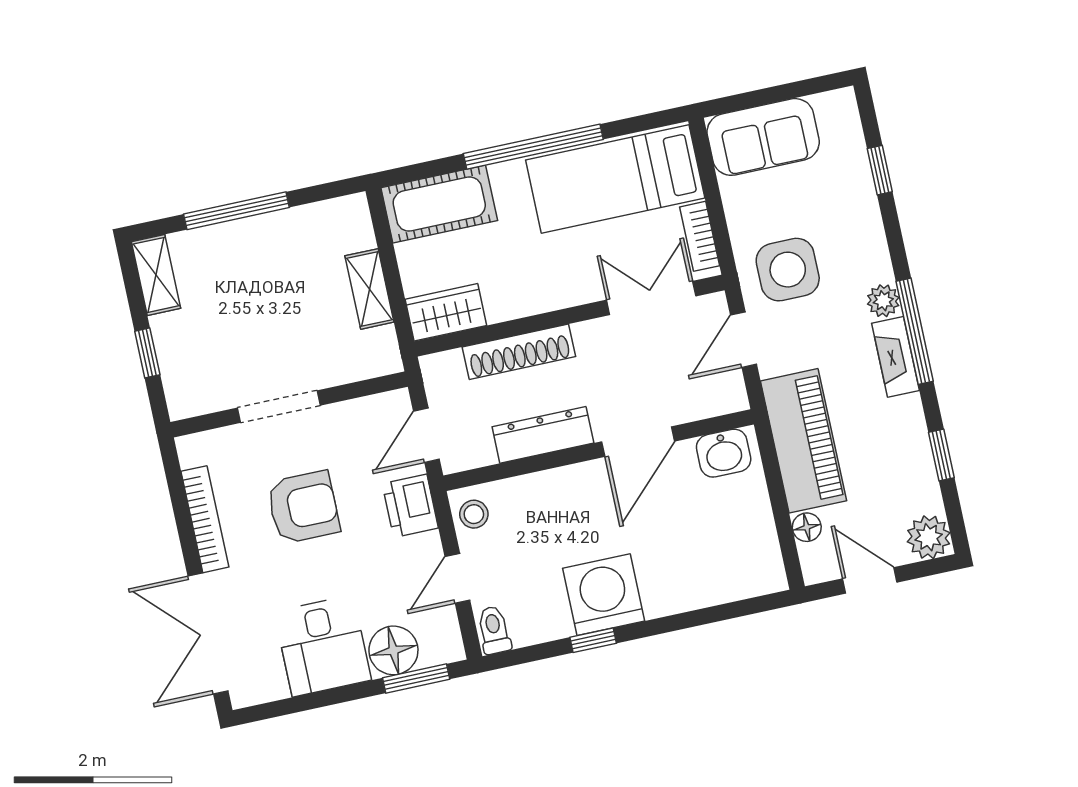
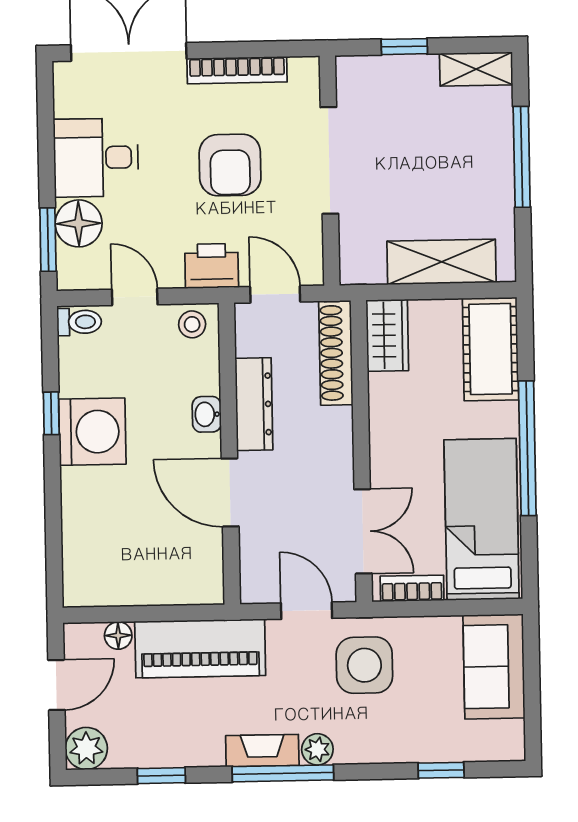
shelving: (369, 289) -> (441, 262), width x1.50, depth x1.33
shoe rack: (519, 352) -> (336, 353), moved
doorway: (279, 407) -> (329, 160), width x1.36
washbasin: (724, 453) -> (207, 414), moved, width x0.72, depth x0.69

